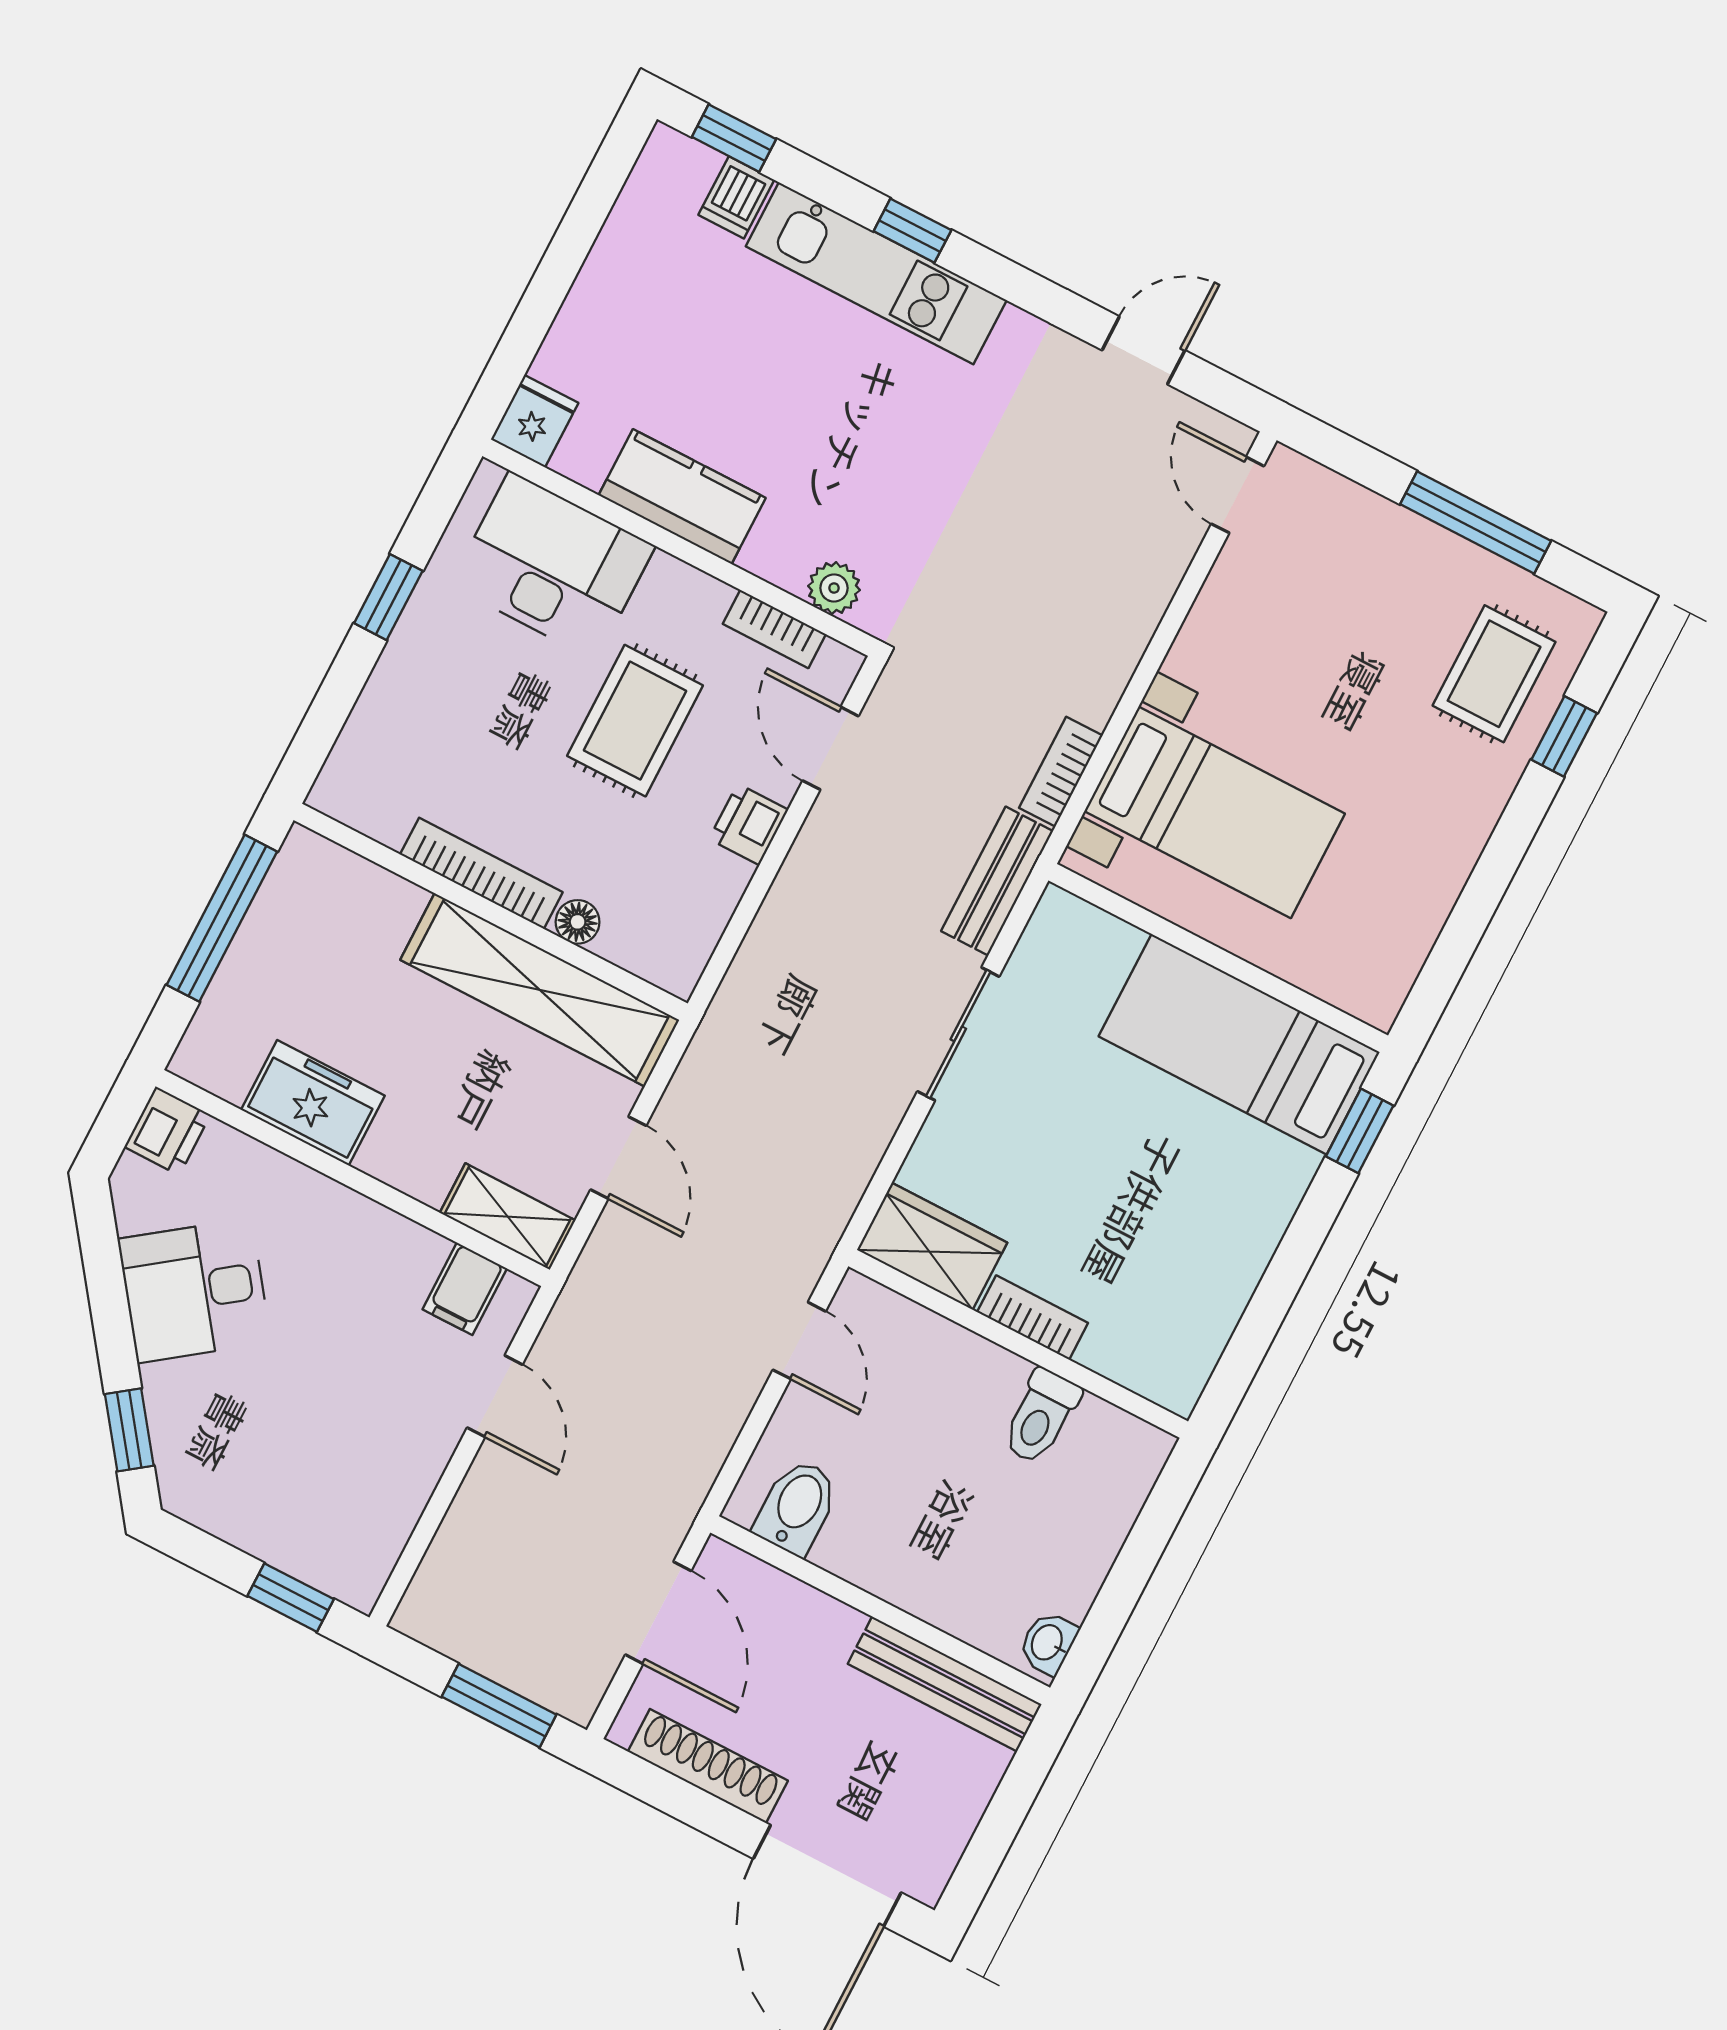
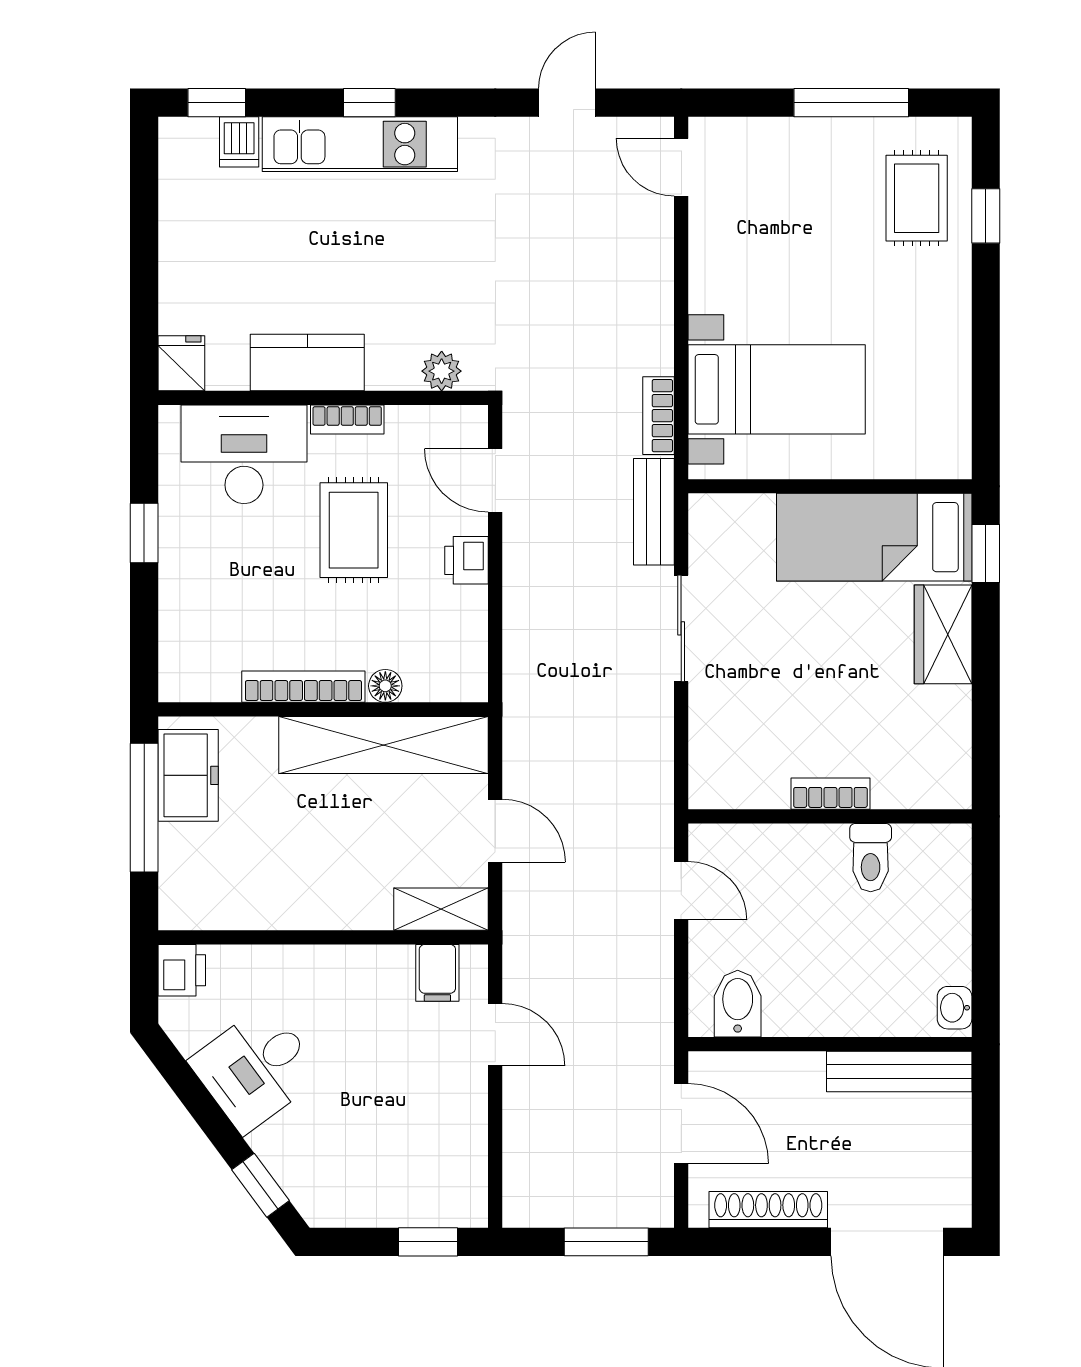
bookcase: (774, 629) -> (347, 420), moved
freezer: (313, 1103) -> (188, 775), moved, turned 90
wardrobe: (932, 1246) -> (943, 634), moved, turned -90

